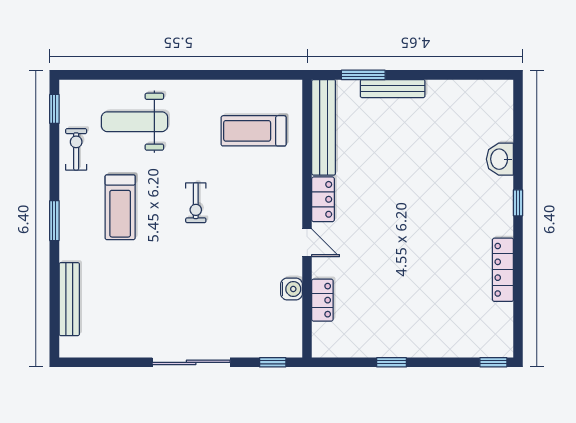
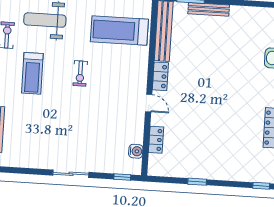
treadmill: (254, 131) -> (119, 31), width x1.37, depth x1.38
water cooler: (292, 289) -> (136, 151), moved
sliding door: (191, 362) -> (71, 174), width x0.73

